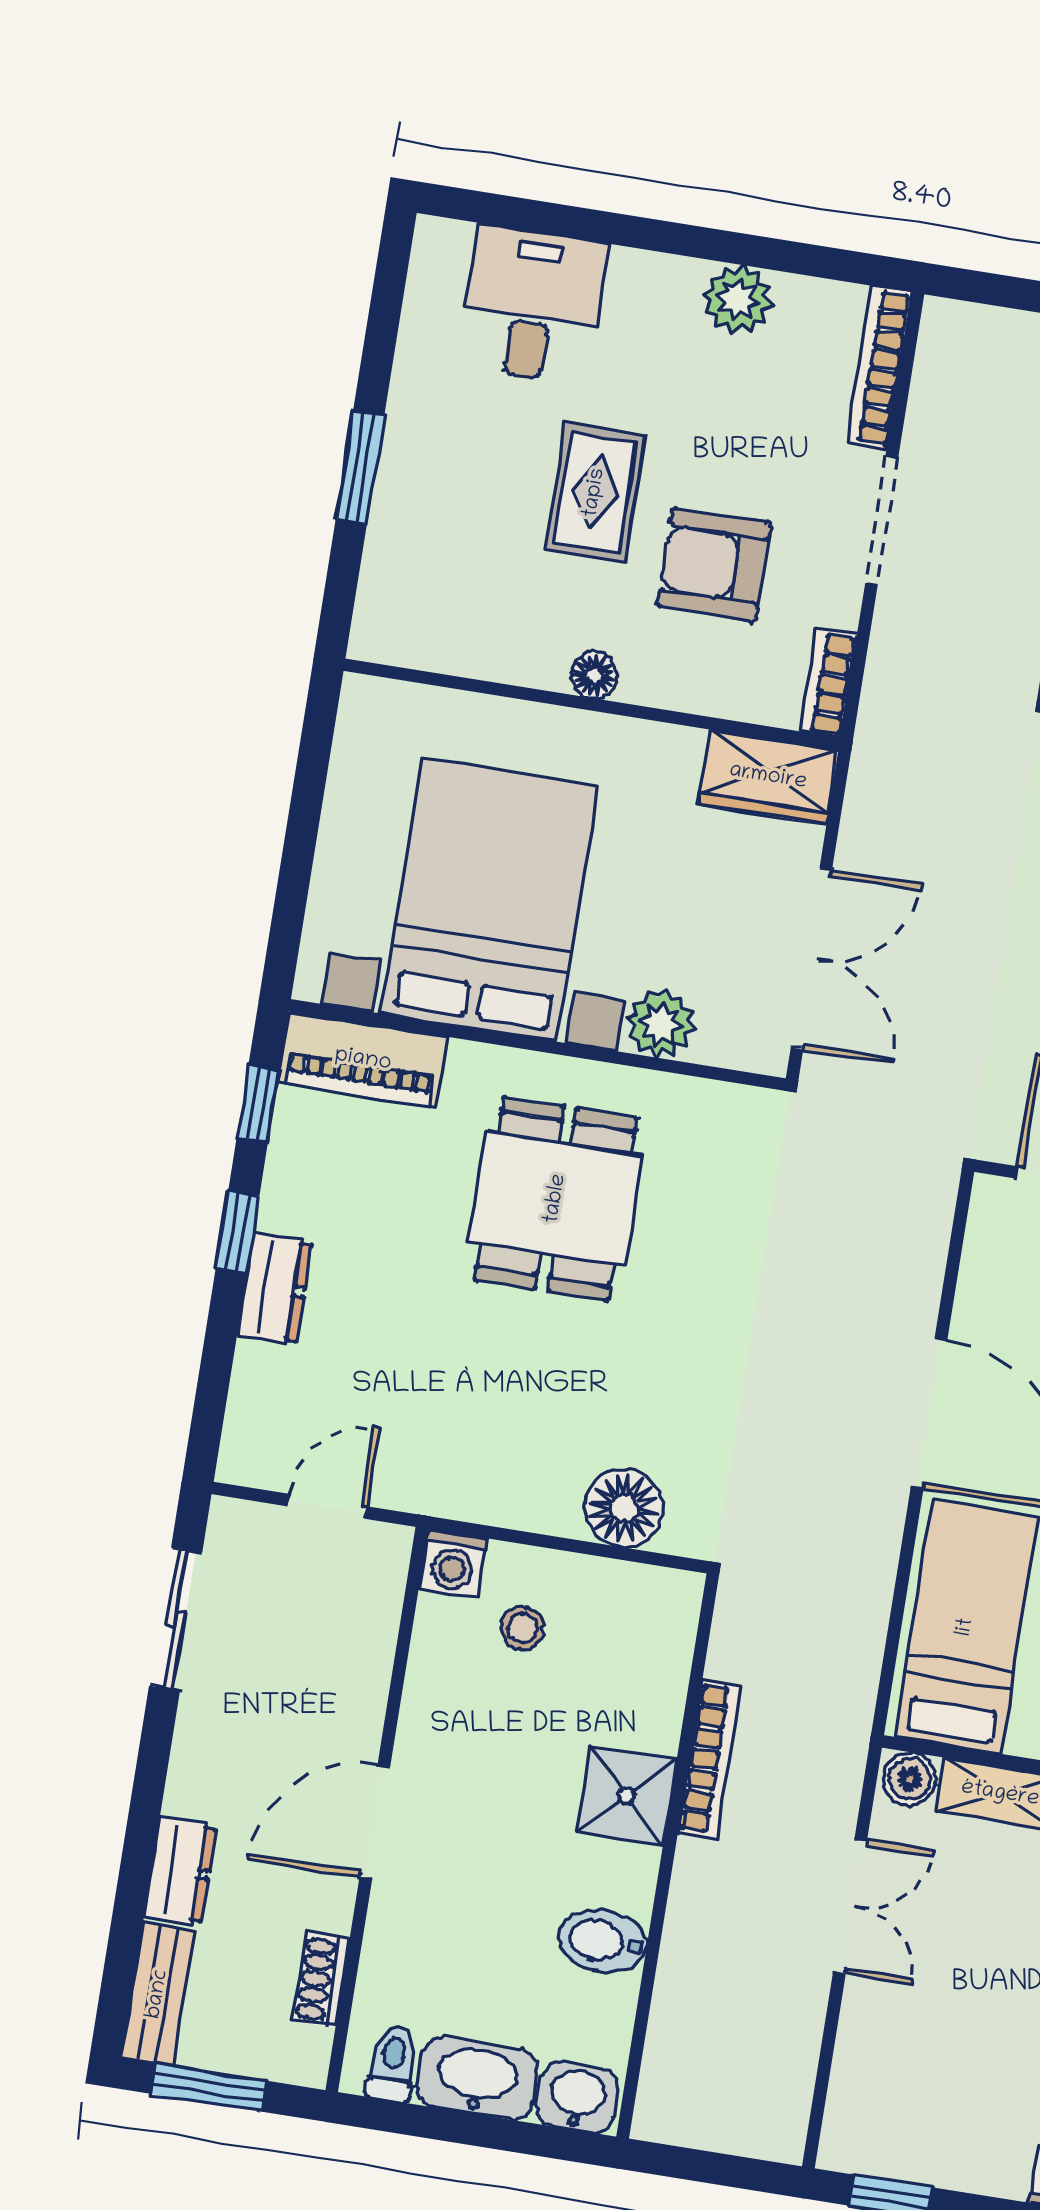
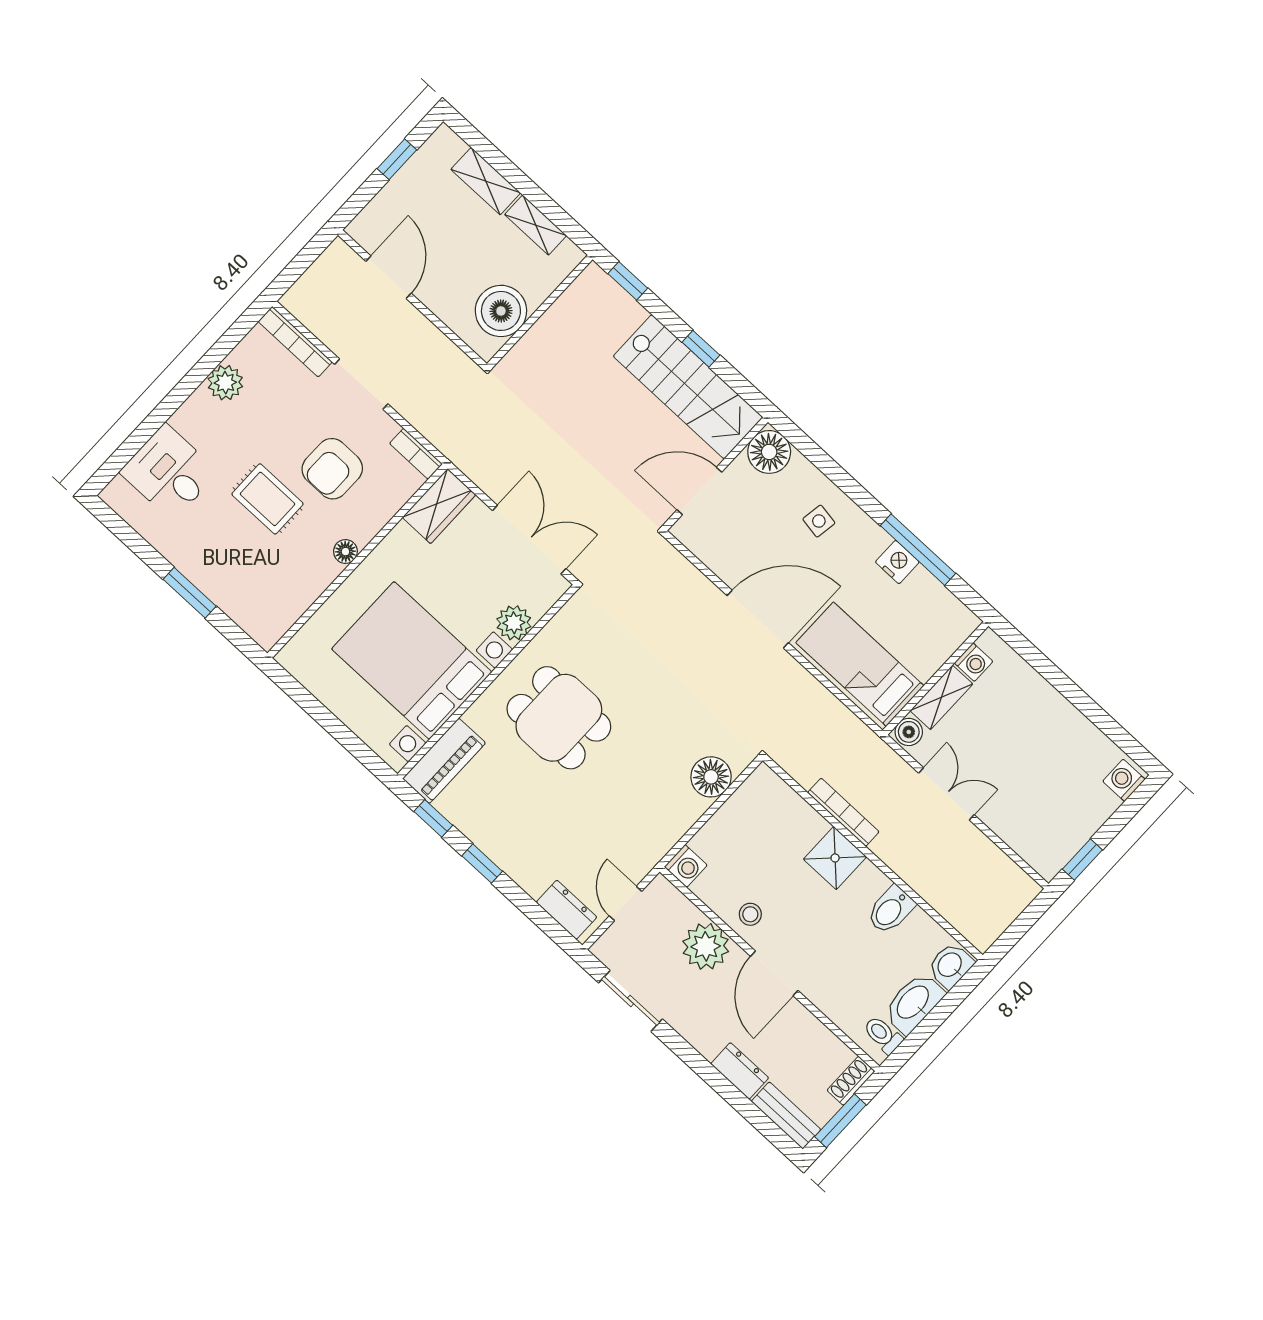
dresser: (275, 1288) -> (567, 910), moved
stool: (522, 1628) -> (750, 914), moved
plant: (345, 1682) -> (706, 946), added
shoe rack: (321, 1980) -> (851, 1081), moved, turned 90

